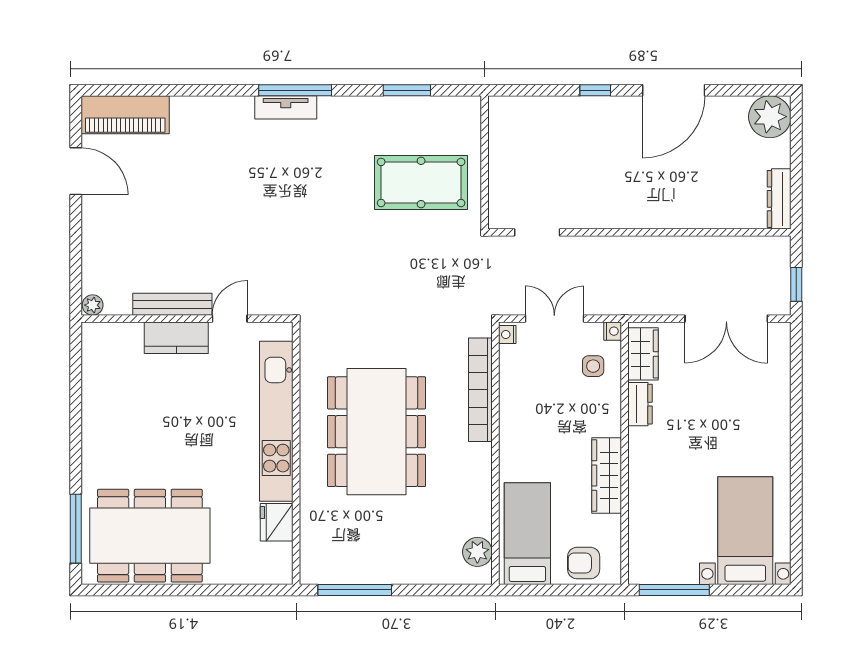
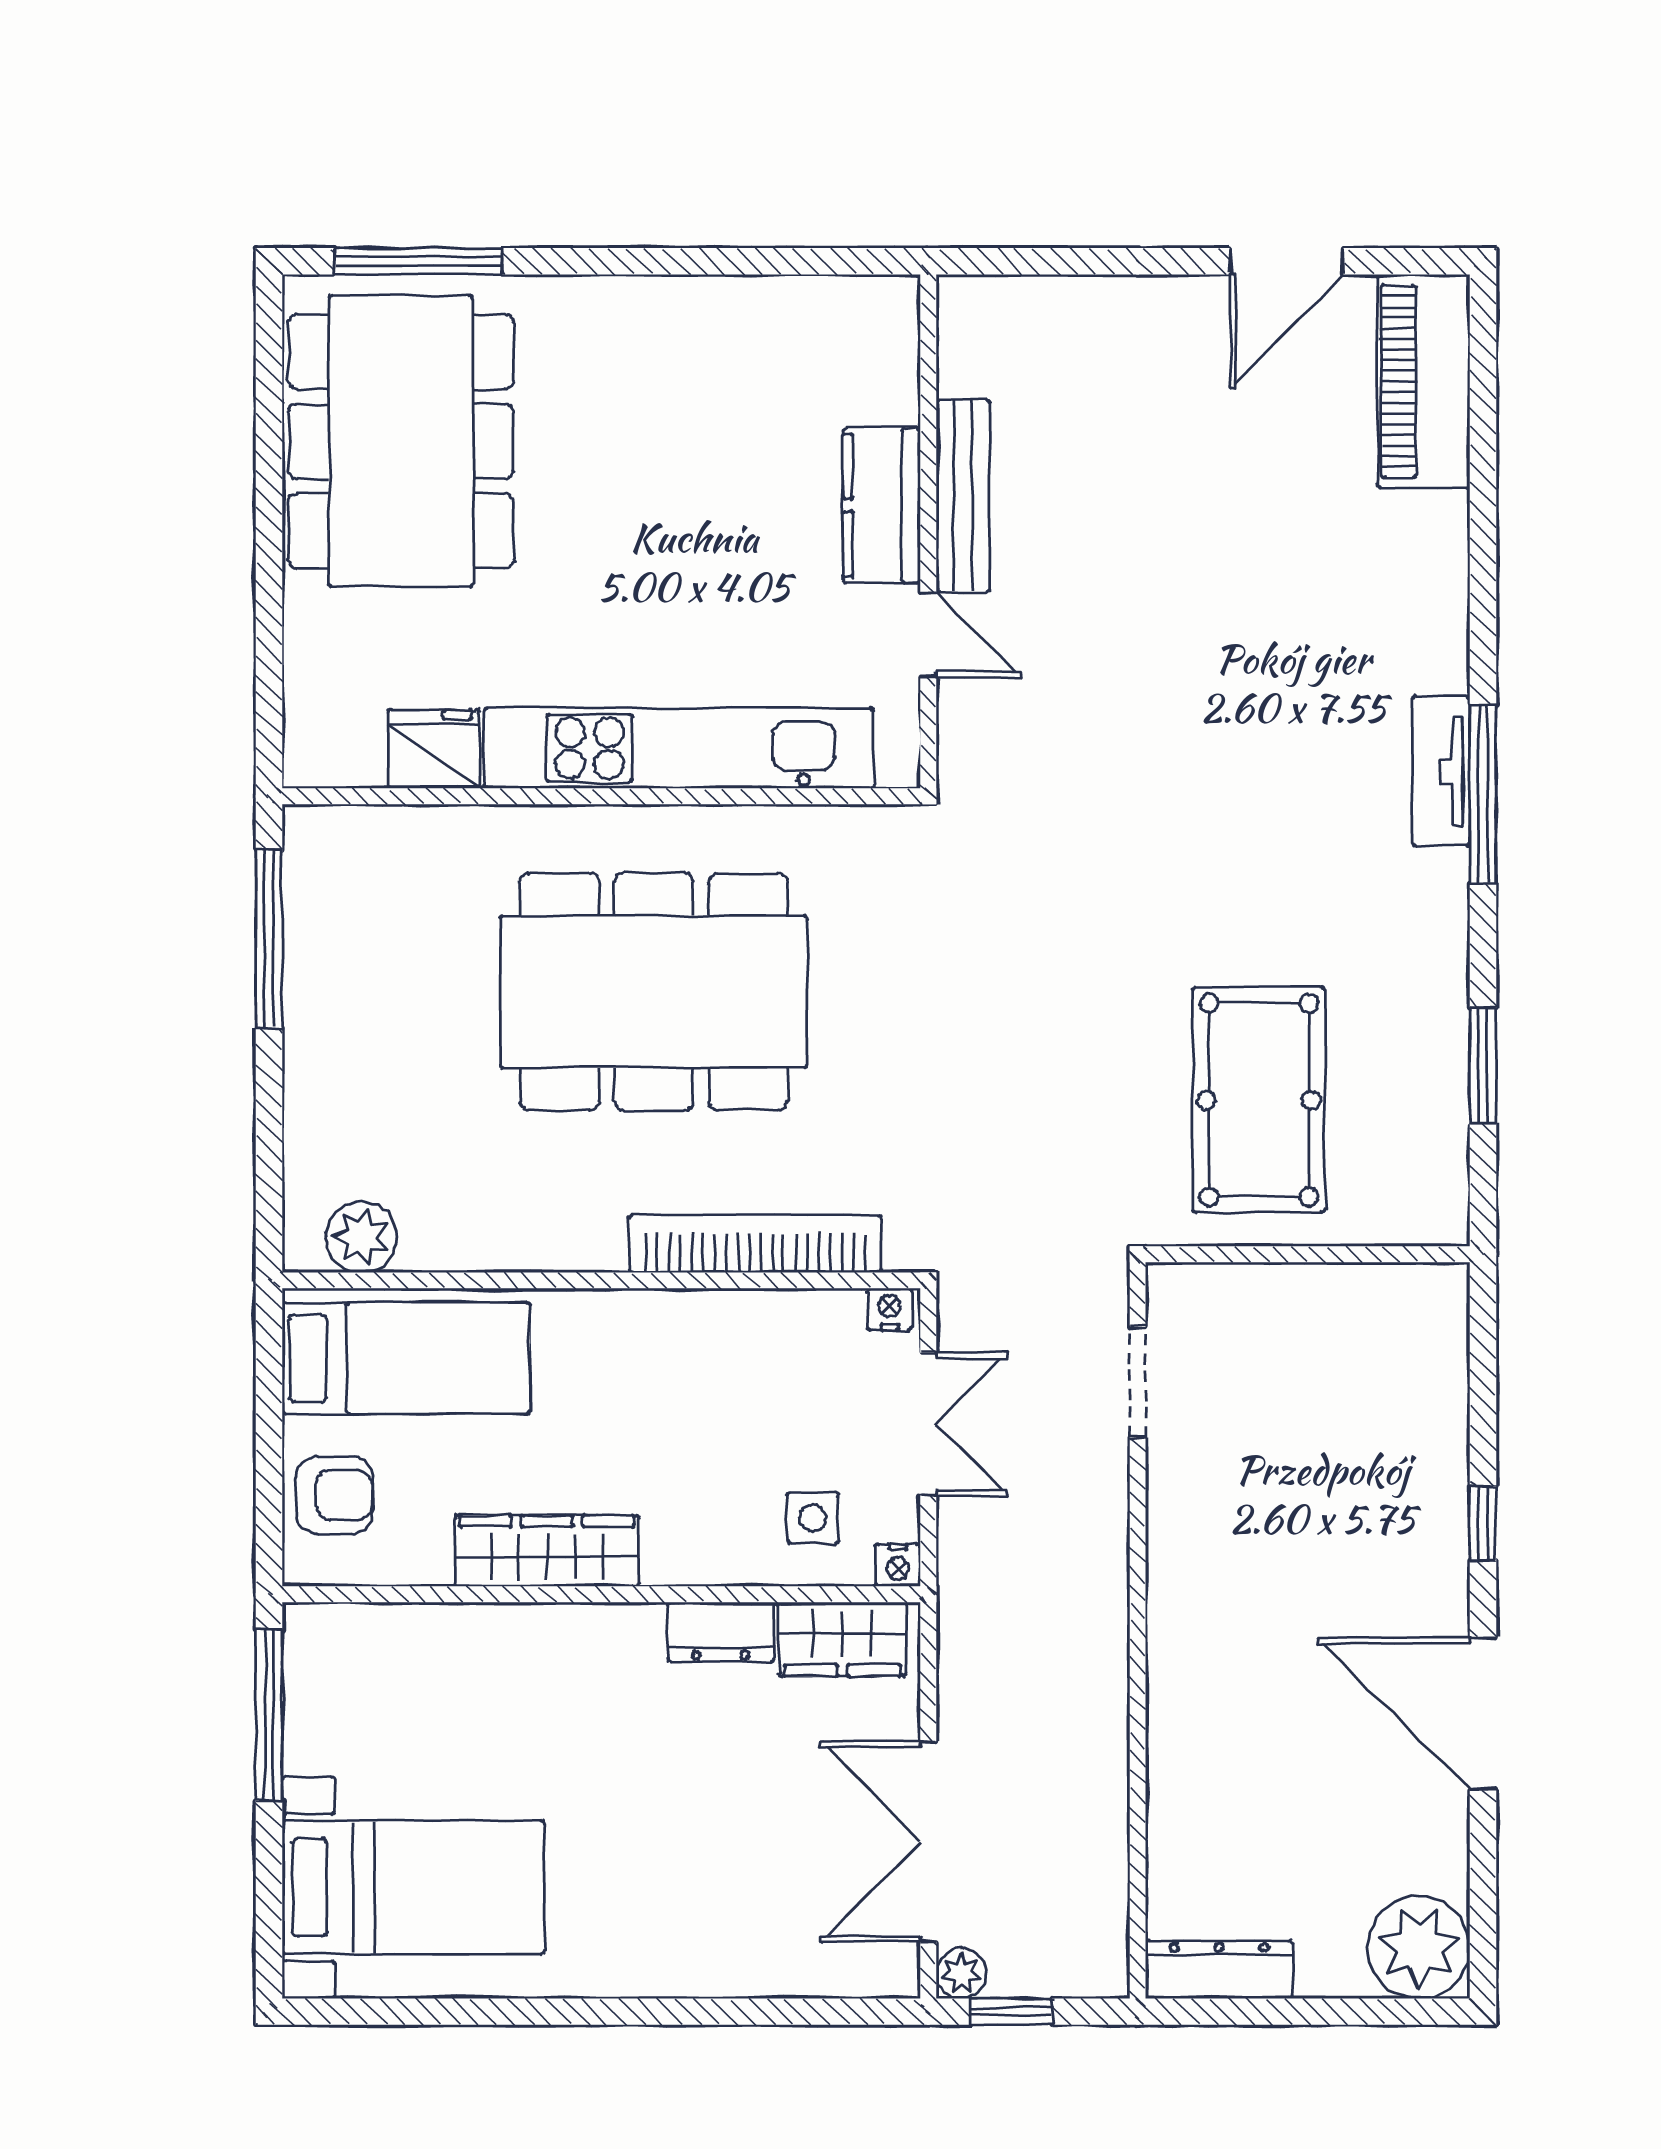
plant: (93, 305) -> (961, 1974), moved
armchair: (584, 563) -> (335, 1495), turned 90

